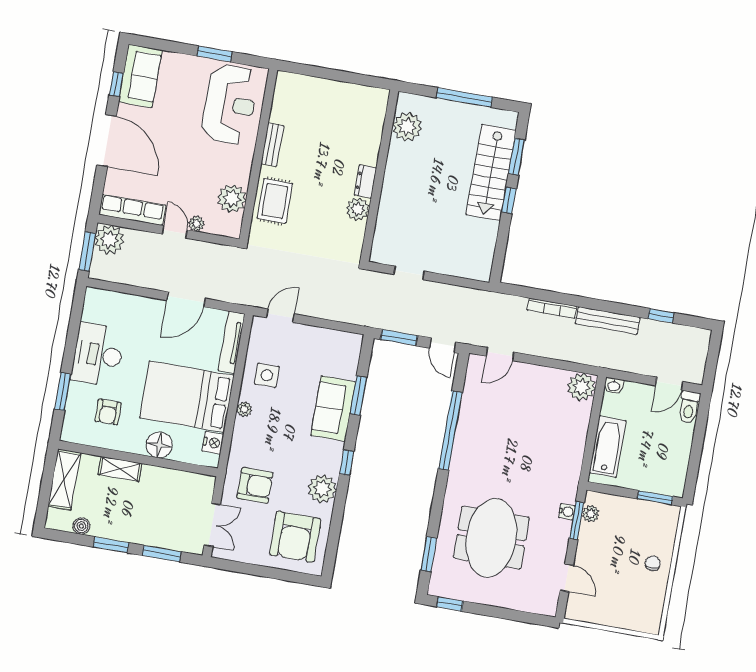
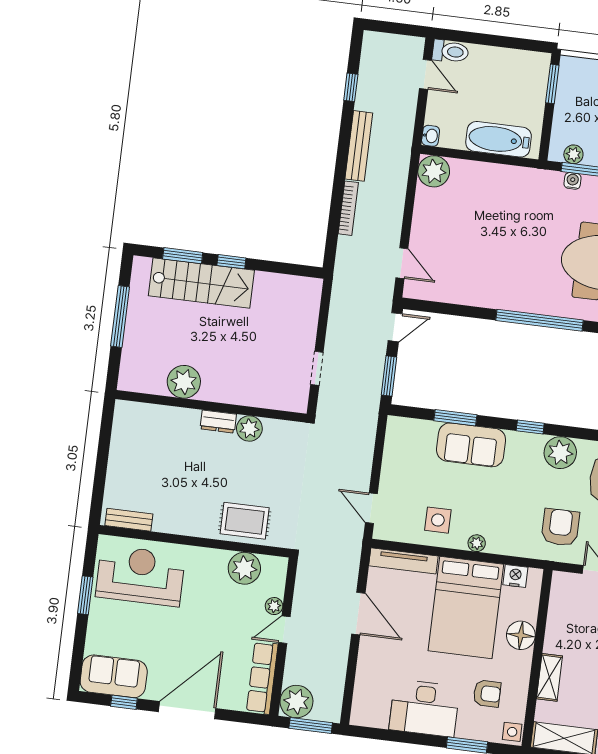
plant: (407, 127) -> (184, 382), moved
bench: (272, 145) -> (129, 520), moved
window: (450, 431) -> (540, 320), moved
side table: (72, 433) -> (512, 732), added

